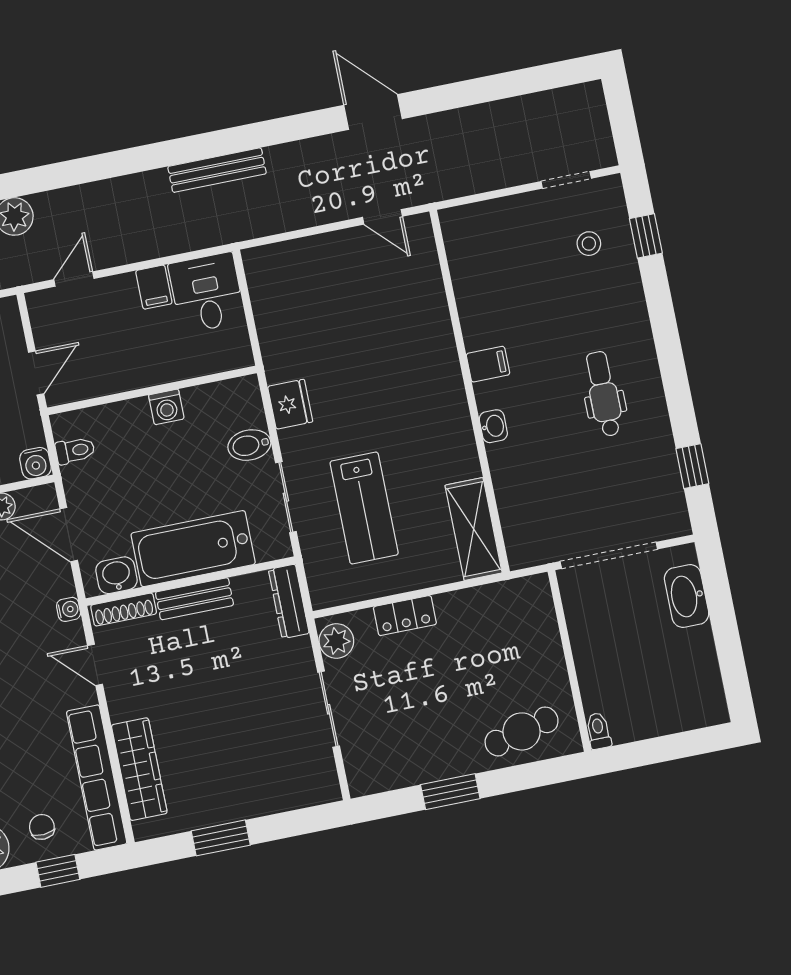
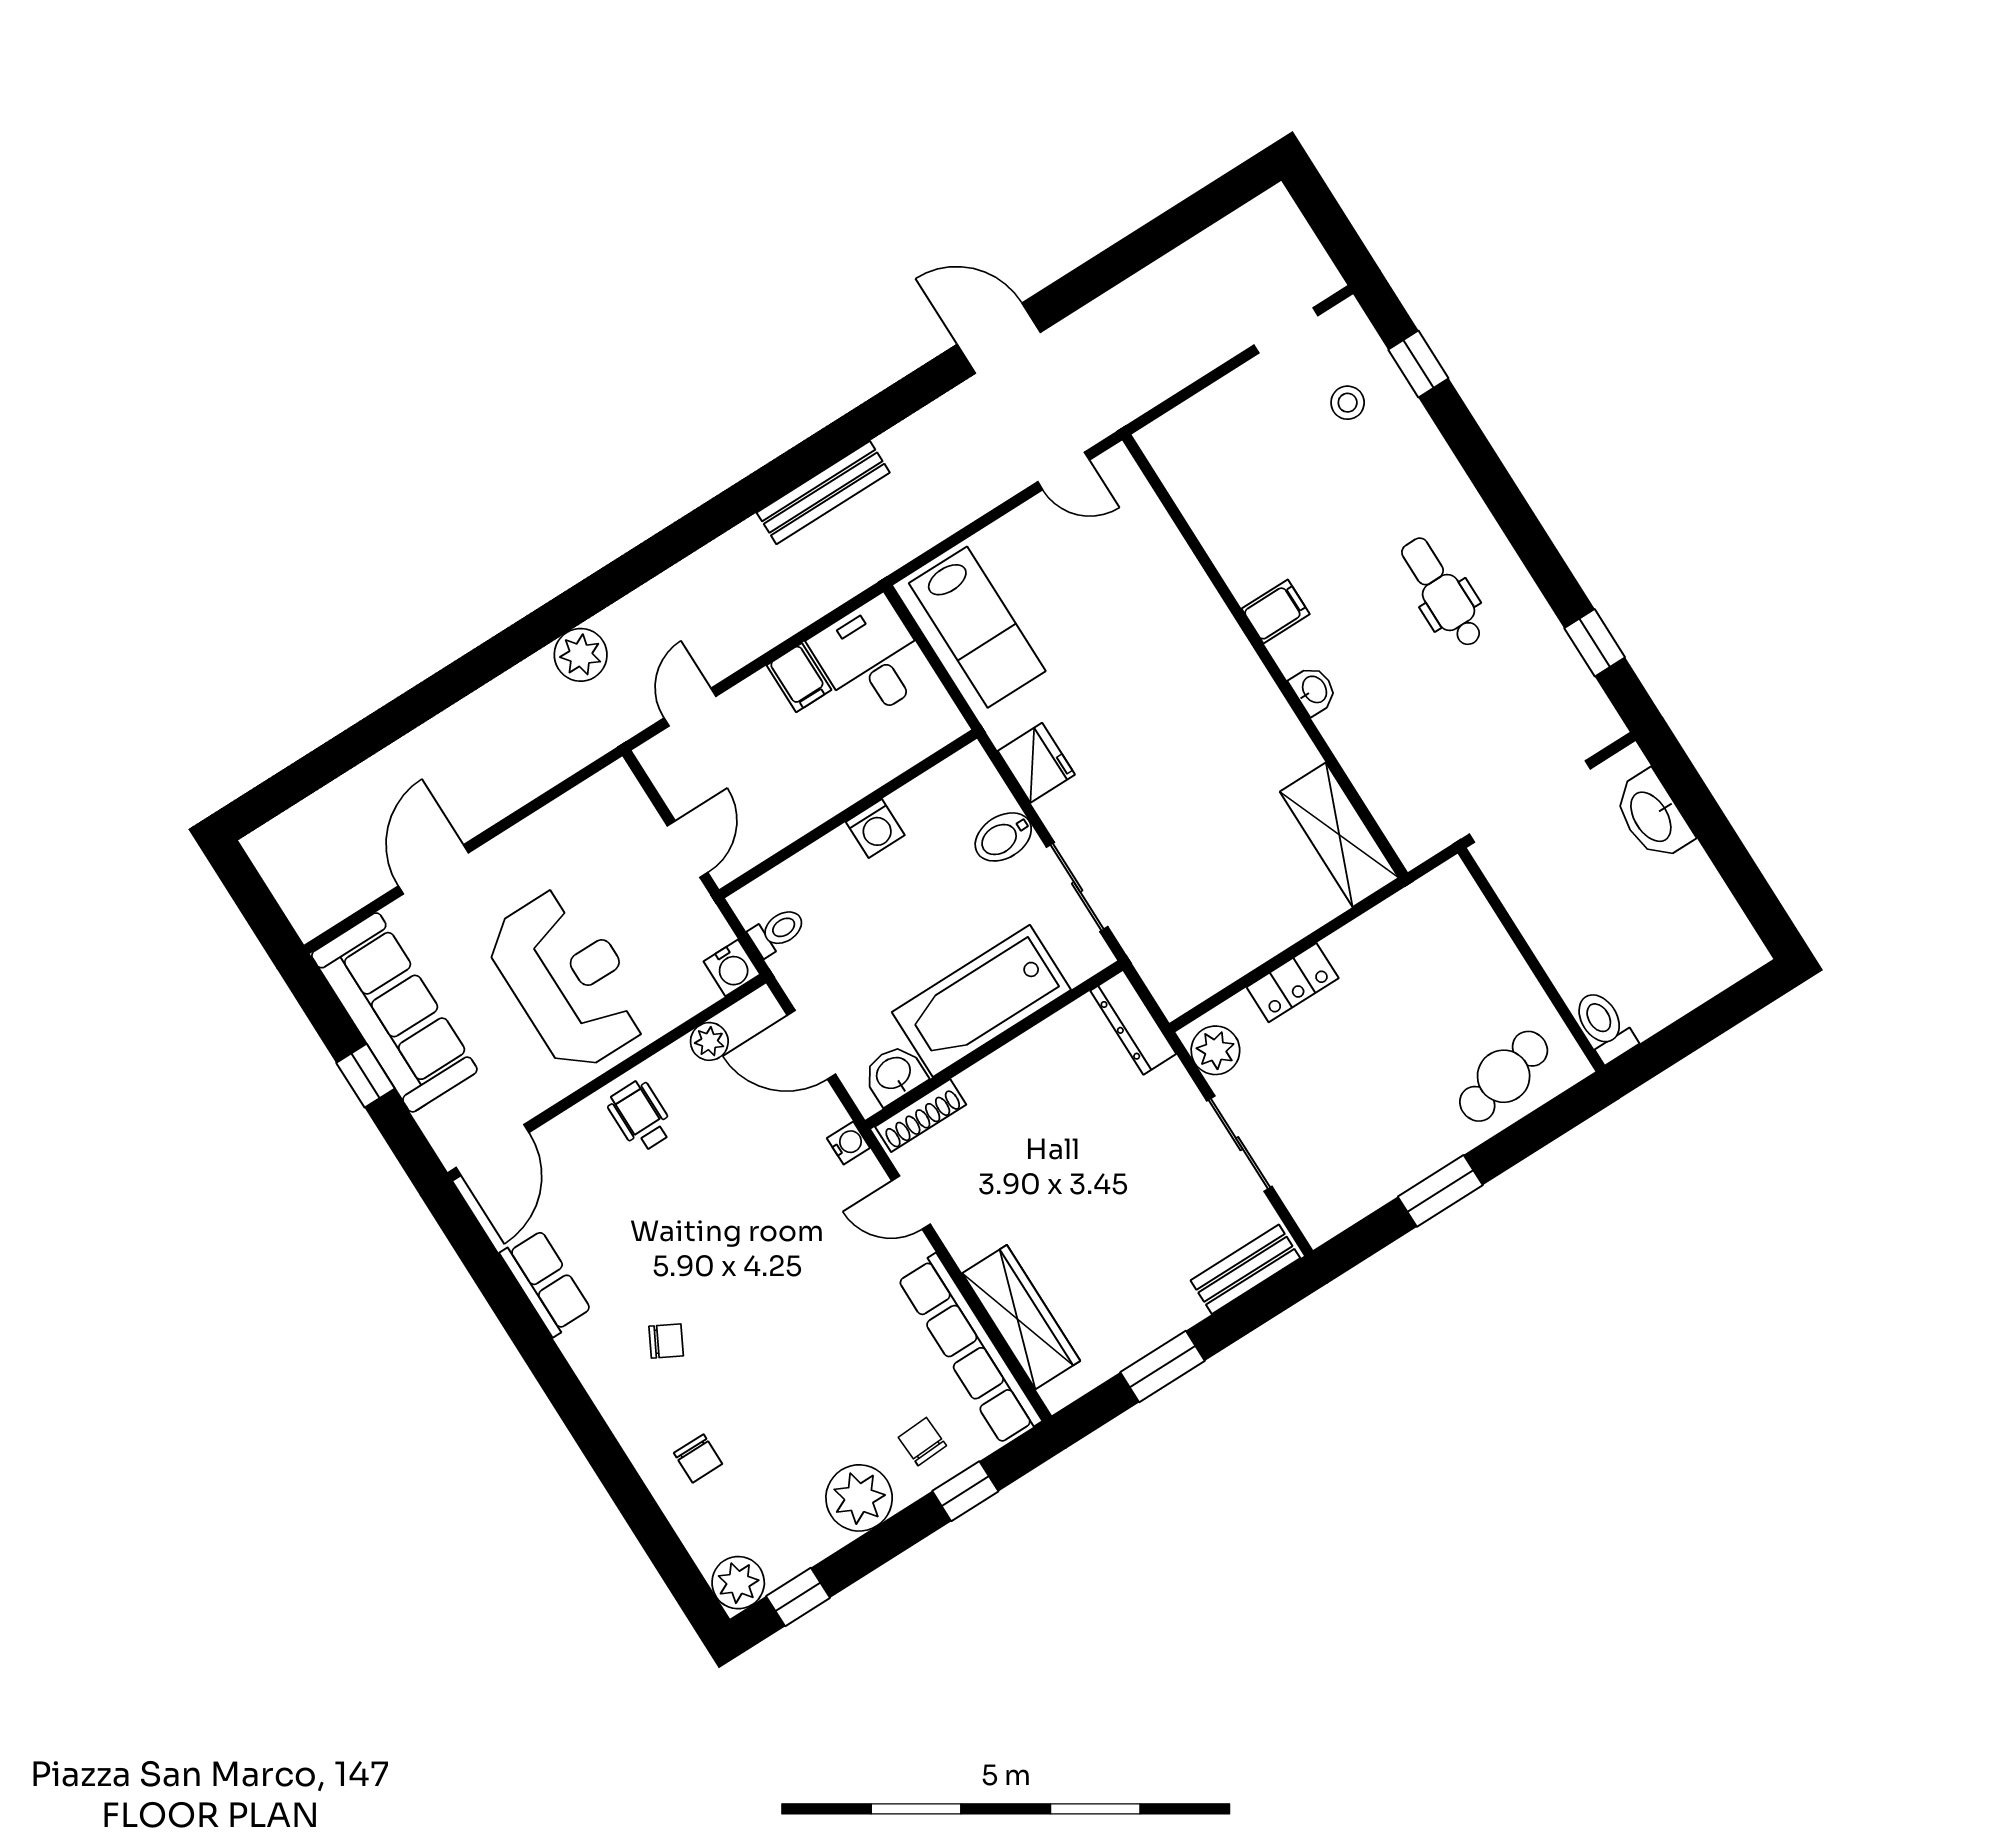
lab bench: (364, 508) -> (977, 627), moved
bench: (194, 599) -> (1245, 1269), moved
toilet: (599, 731) -> (1604, 1026), width x1.37, depth x1.39

